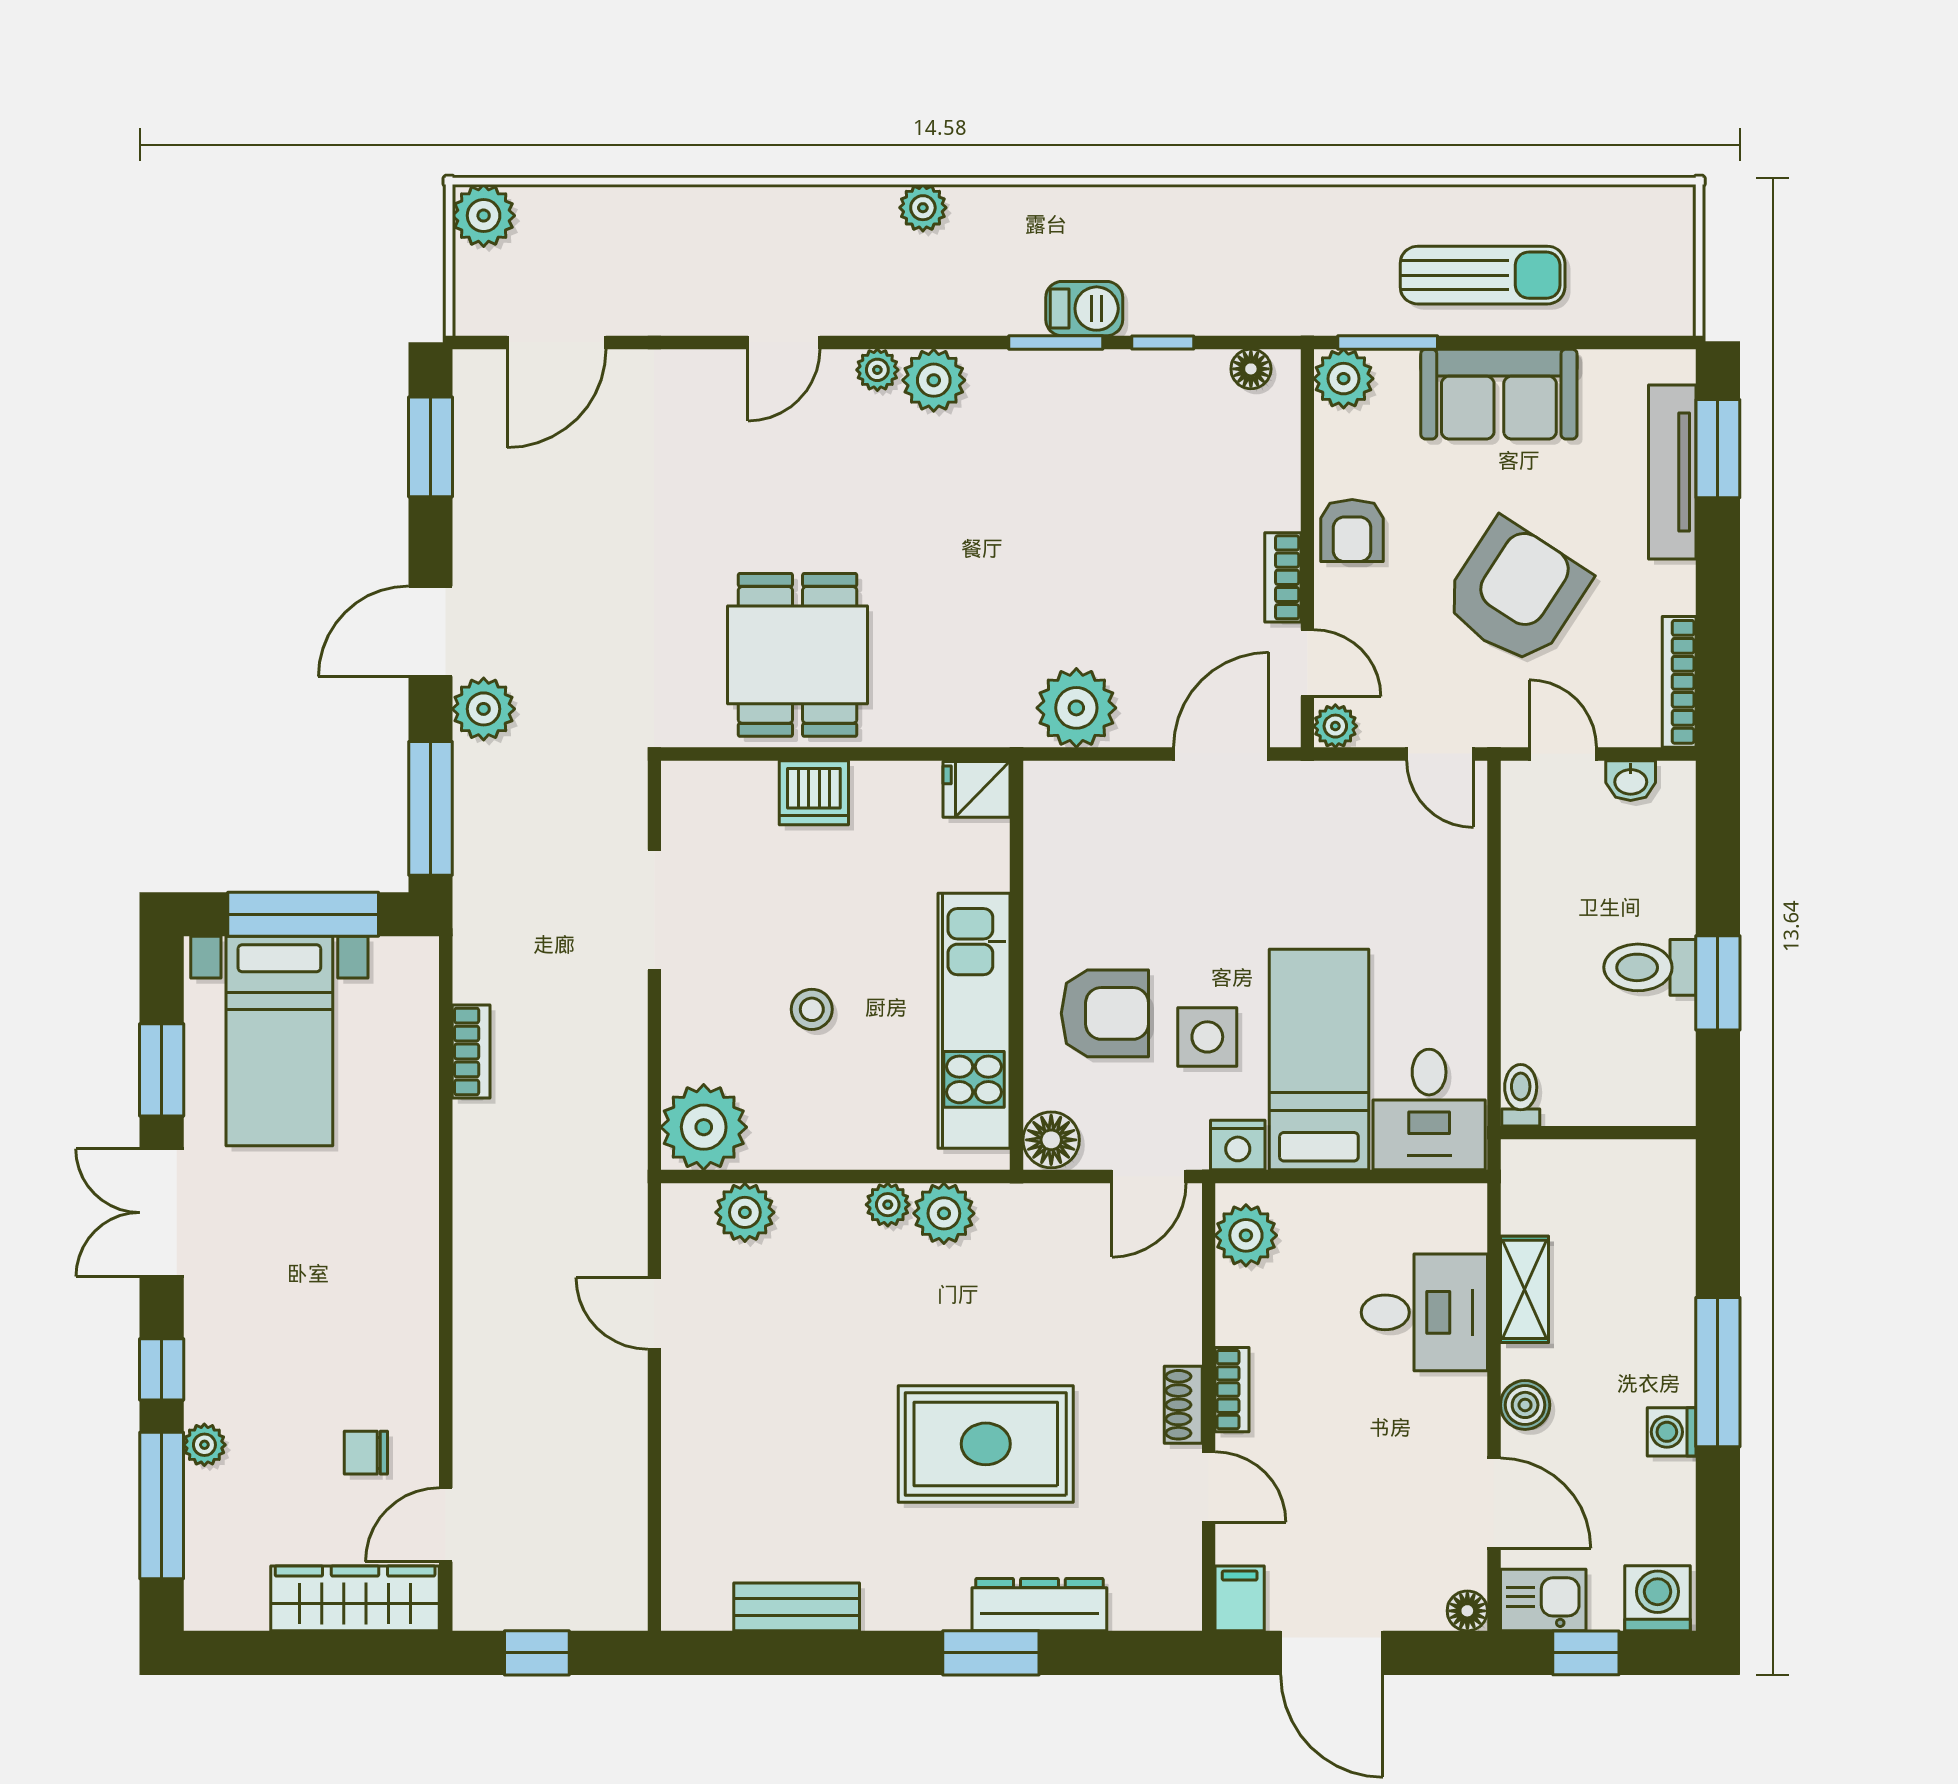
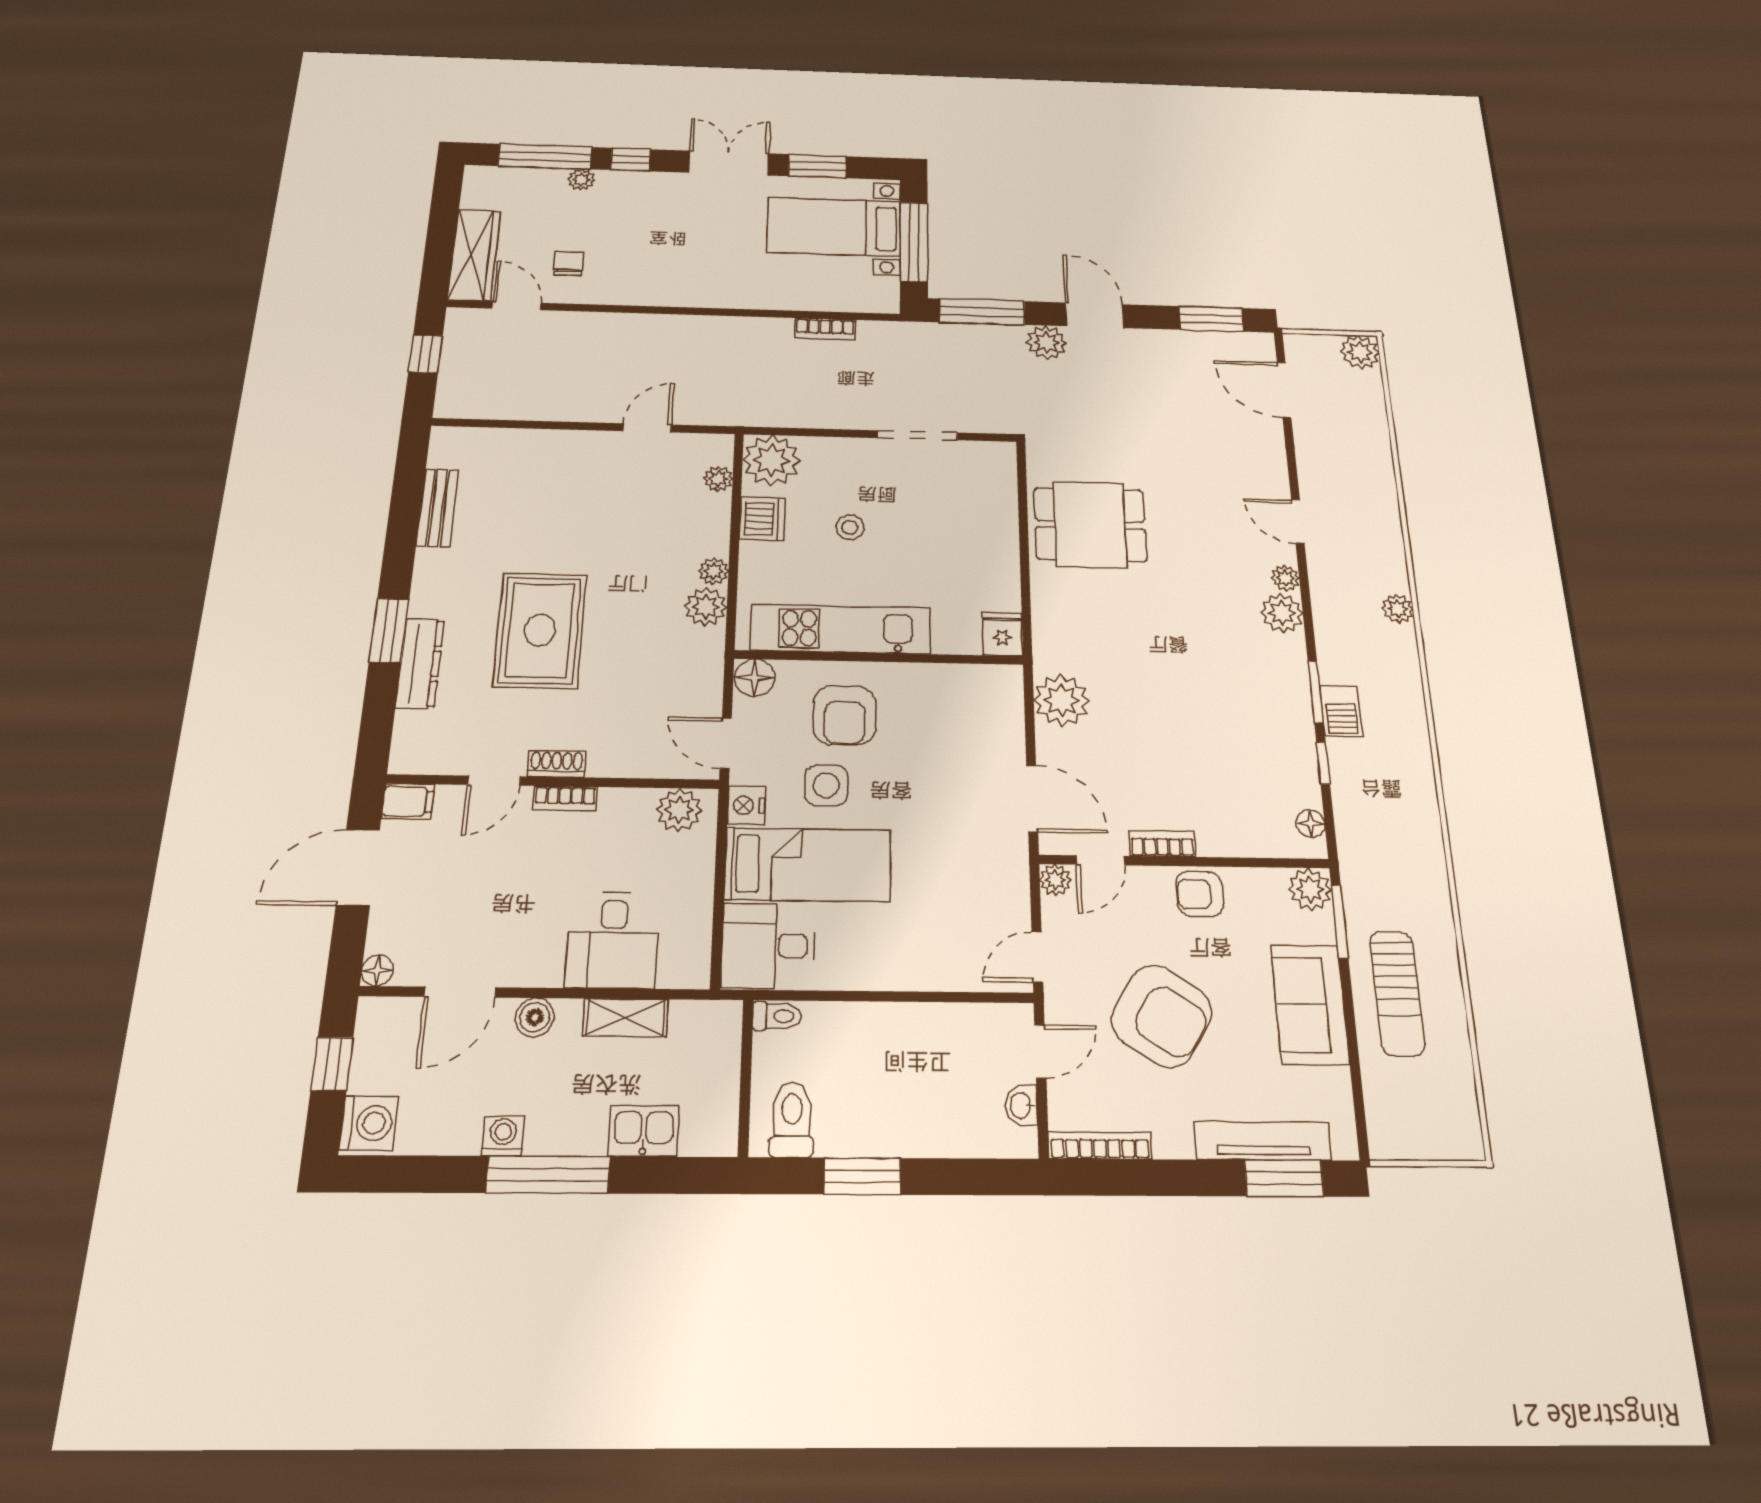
dishwasher: (814, 793) -> (762, 519), moved, turned 180
toilet: (1650, 967) -> (792, 1120), moved
plant: (745, 1212) -> (718, 479), width x0.73, depth x0.73
kitchen sink: (1543, 1600) -> (644, 1131), moved, turned -90

